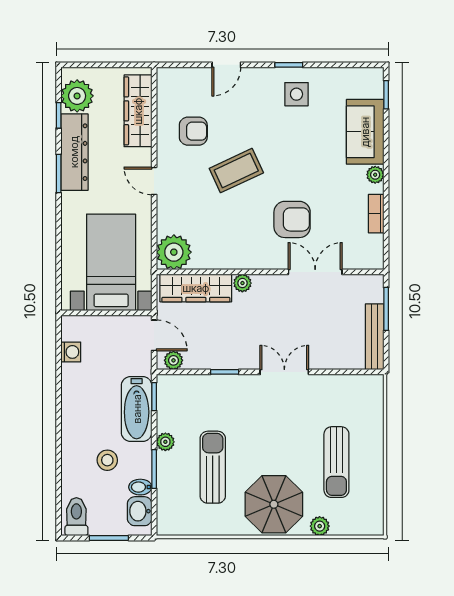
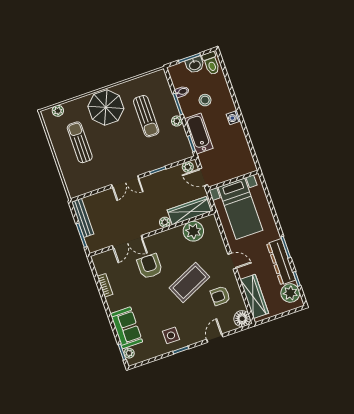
floor lamp: (171, 81) -> (242, 319), added
coffee table: (236, 171) -> (189, 282), width x1.36, depth x1.32
plant: (375, 175) -> (129, 353), moved
armchair: (292, 219) -> (150, 266), turned 90
plant: (174, 252) -> (193, 231), moved
washing machine: (71, 352) -> (233, 118), moved
washbasin: (140, 511) -> (195, 65), moved, turned 90
plant: (320, 526) -> (58, 111), moved

